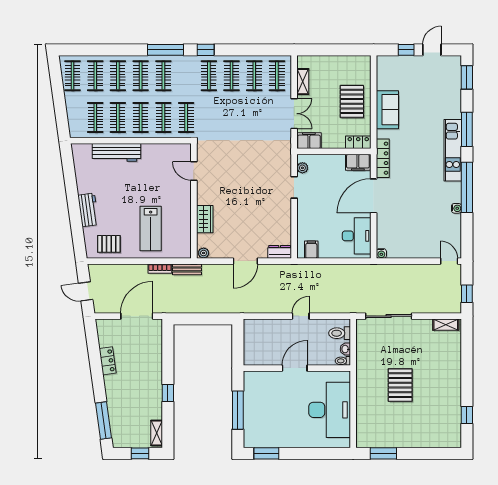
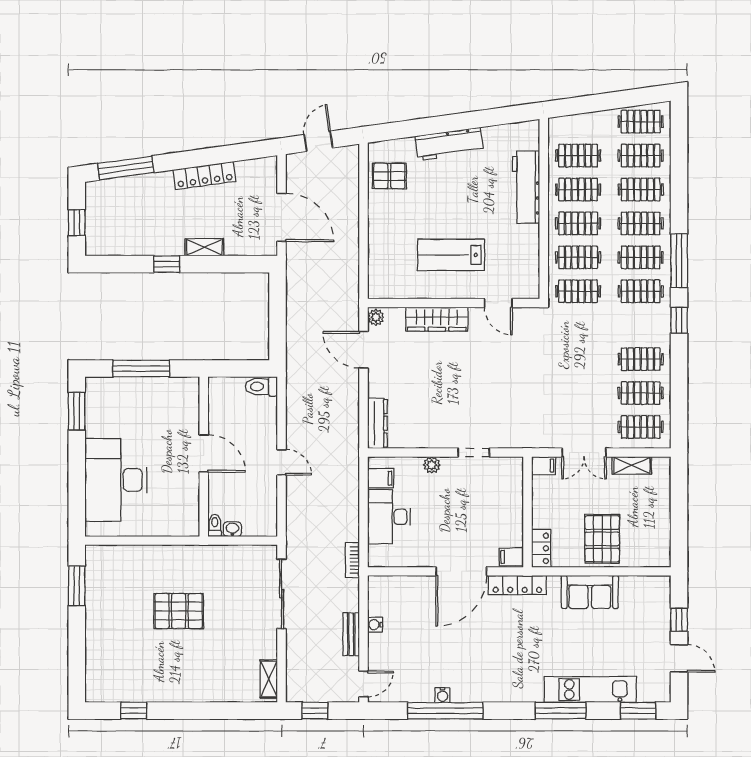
clothes rail: (209, 76) -> (641, 291), moved
pallet: (352, 101) -> (602, 539), turned 90
filing cabinet: (309, 141) -> (544, 466), width x0.50
kitchen unit: (453, 150) -> (590, 689), moved
filing cabinet: (358, 162) -> (511, 557), width x0.50
plant: (302, 168) -> (432, 465), moved
door: (194, 171) -> (498, 303), swing flipped
window: (467, 187) -> (445, 711), moved
door: (374, 196) -> (461, 571), swing flipped
workbench: (88, 210) -> (449, 144), width x1.38
wardrobe: (205, 219) -> (437, 319), width x1.50
lab bench: (151, 229) -> (451, 255), moved
desk: (357, 236) -> (389, 517), moved, turned 90
pallet: (109, 244) -> (389, 176), turned 90
dresser: (280, 252) -> (377, 423), width x1.44
water cooler: (381, 254) -> (375, 625), moved
door: (245, 261) -> (364, 350), moved
bookcase: (160, 269) -> (352, 560), moved
bench: (187, 269) -> (351, 634), moved
toilet: (340, 333) -> (261, 387), moved, turned -90
locker: (108, 361) -> (204, 176), width x1.53
desk: (330, 410) -> (116, 480), moved, turned 90
shelving: (157, 433) -> (204, 247), moved

